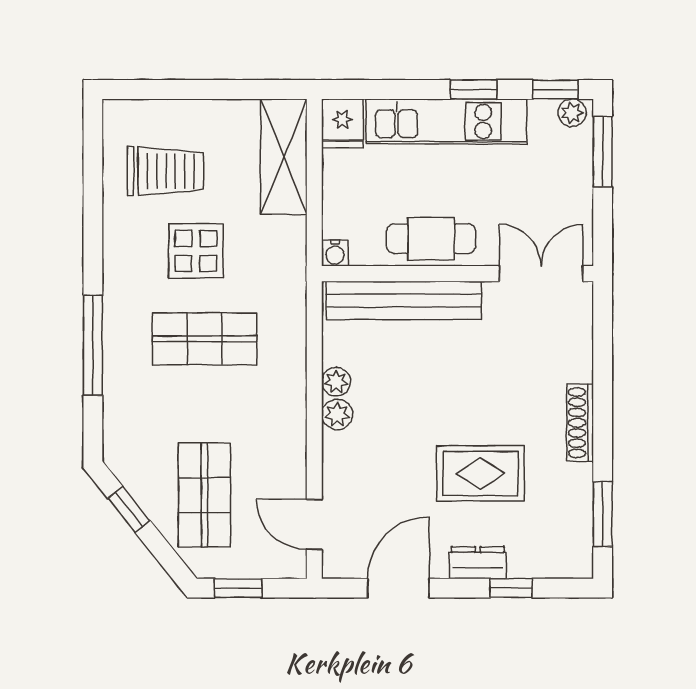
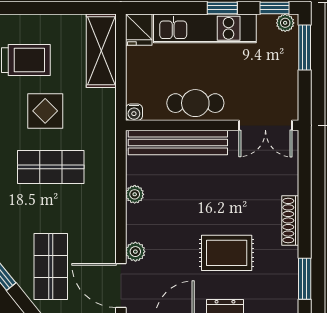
double door: (541, 274) -> (265, 125), swing flipped
plant: (337, 414) -> (135, 252), moved
door: (314, 525) -> (121, 285), width x1.38

